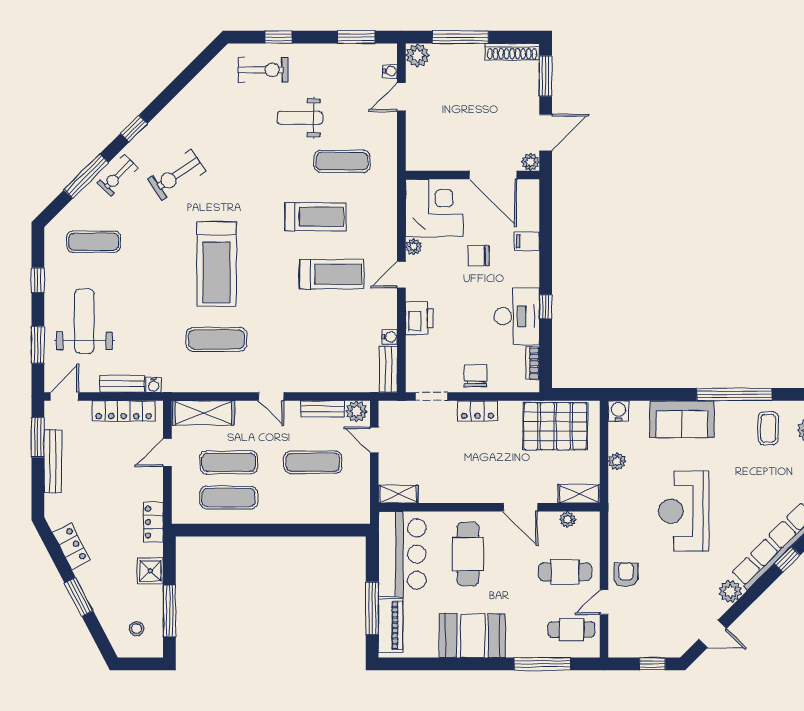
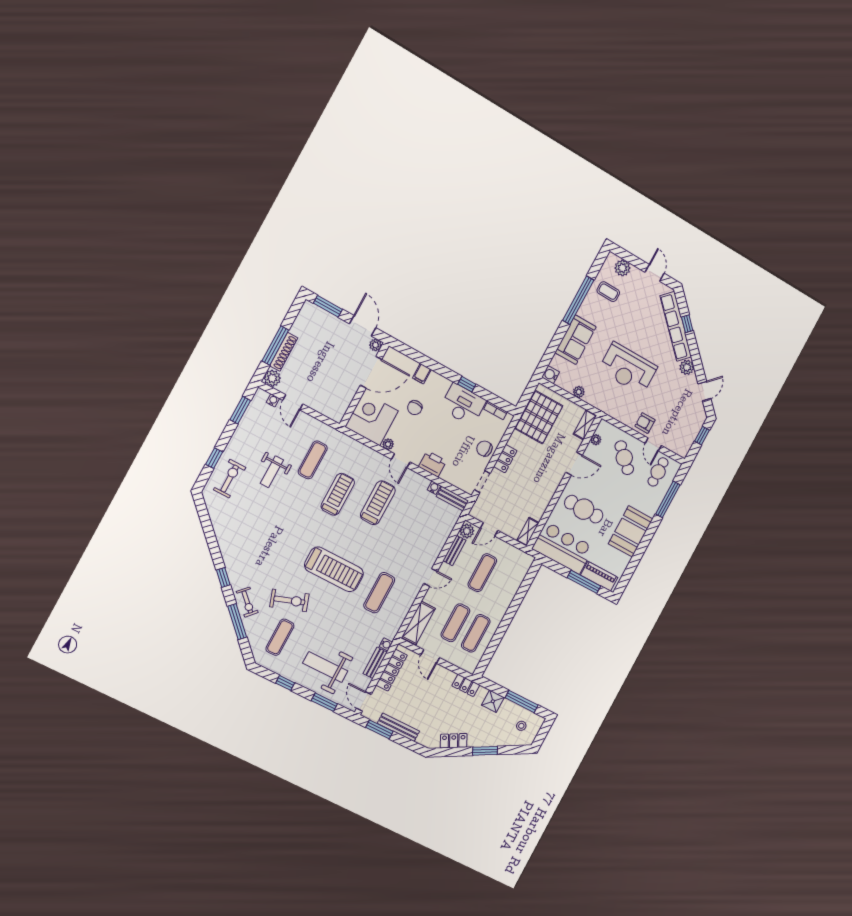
shoe rack: (512, 52) -> (284, 352), moved
exercise bike: (176, 175) -> (289, 600), moved, turned -75
cafe table: (565, 572) -> (624, 458), turned -47

